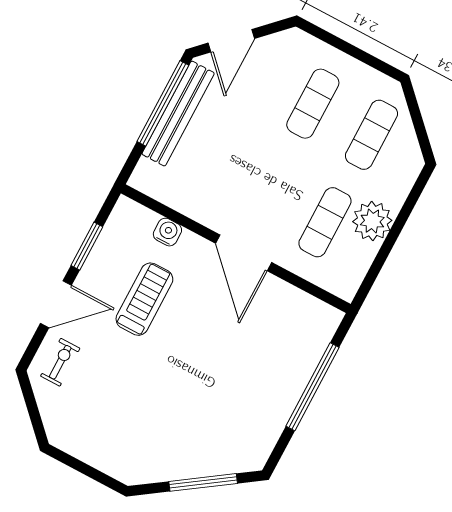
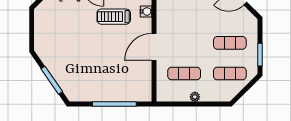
window: (366, 58) -> (260, 55), added
plant: (372, 221) -> (195, 97), width x0.53, depth x0.53
treadmill: (144, 299) -> (114, 17), turned 180

